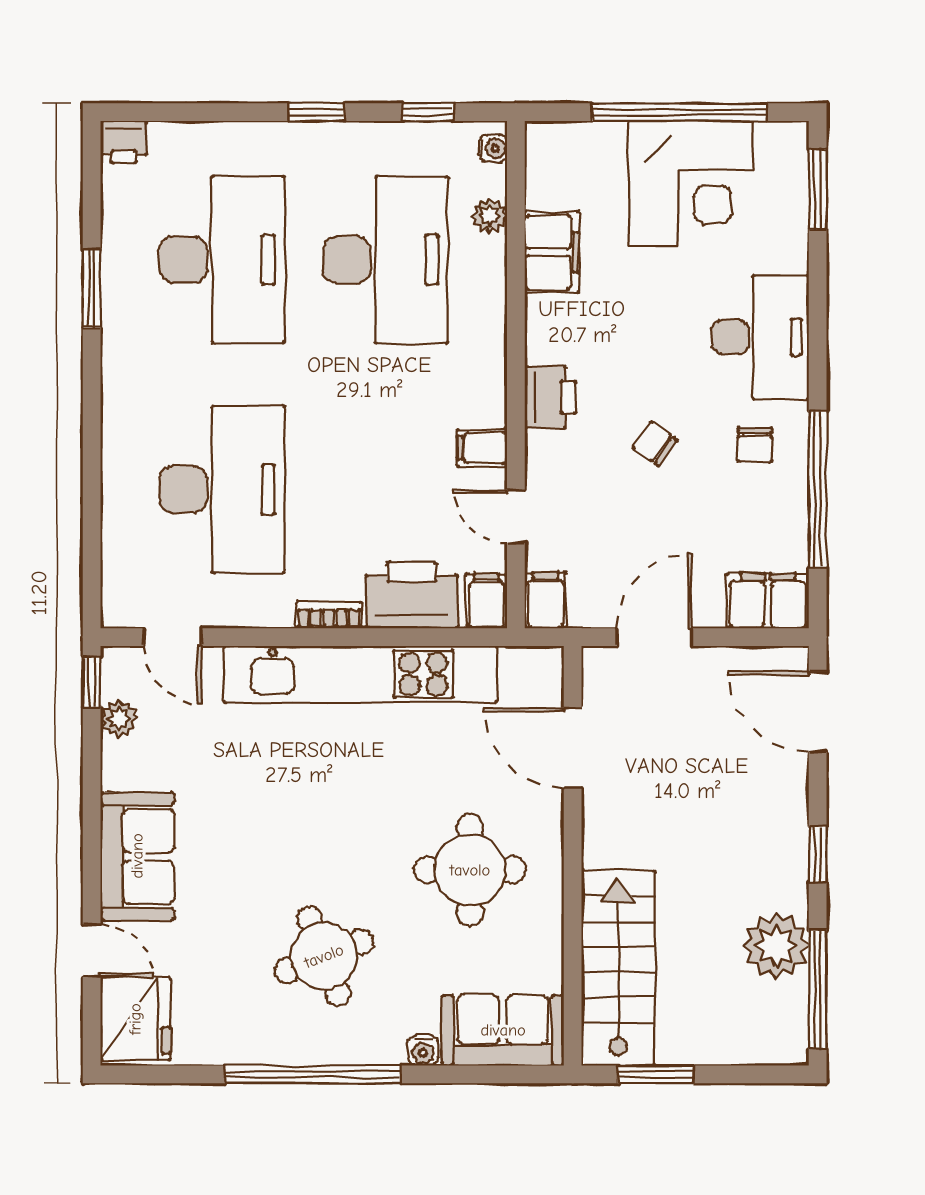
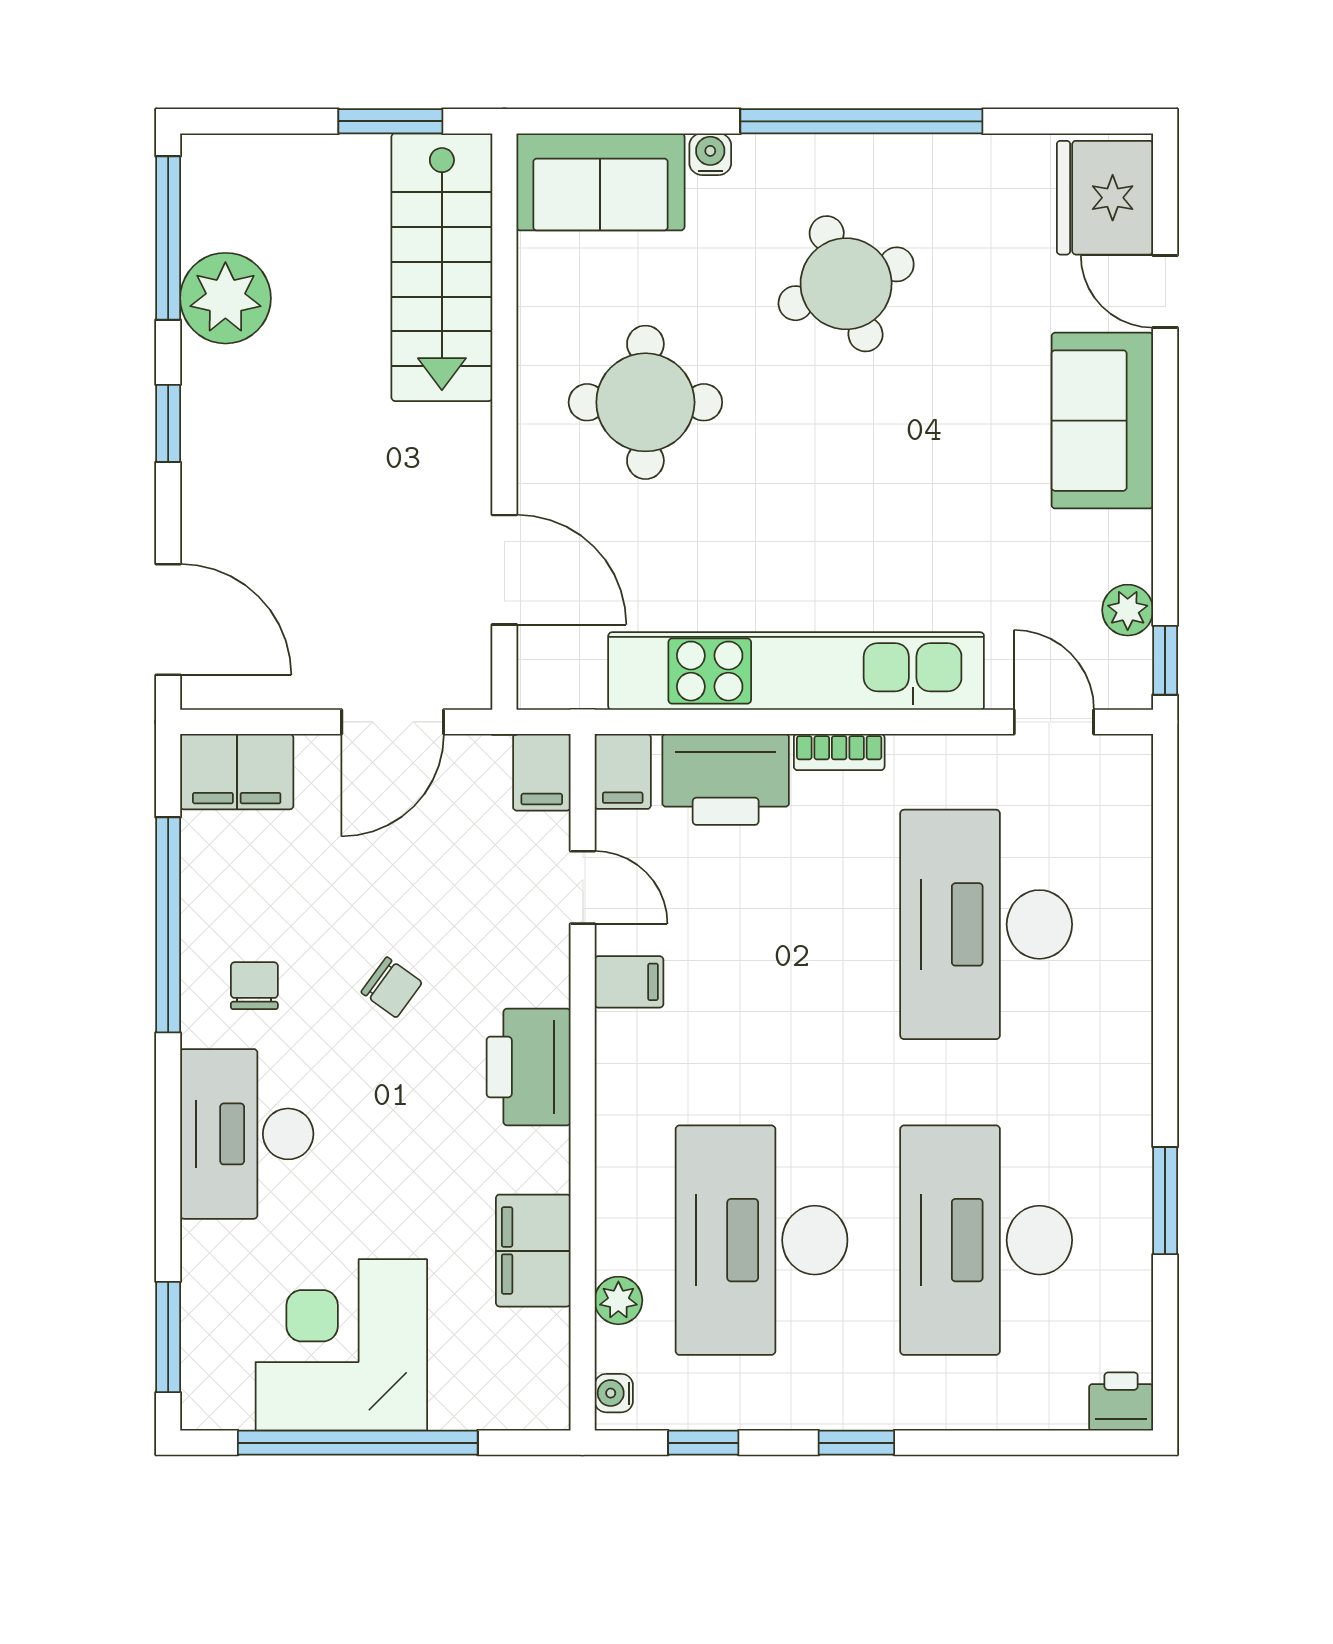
printer: (550, 397) -> (529, 1067), width x1.37, depth x1.19

